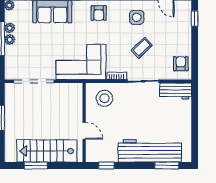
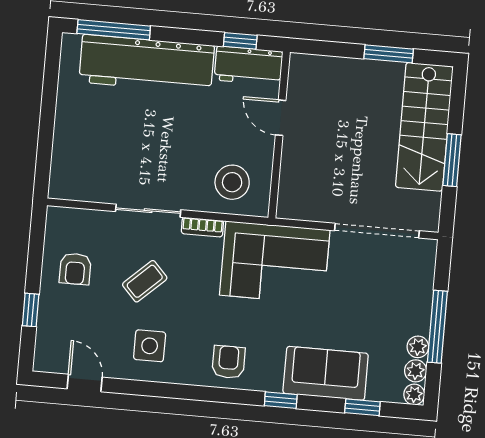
window: (195, 18) -> (31, 310), moved
plant: (10, 39) -> (416, 371), moved
armchair: (181, 64) -> (75, 269), moved
workbench: (175, 91) -> (249, 66), moved, turned 180
stairs: (47, 151) -> (424, 127), moved, turned 90
window: (167, 166) -> (114, 30), width x1.44

